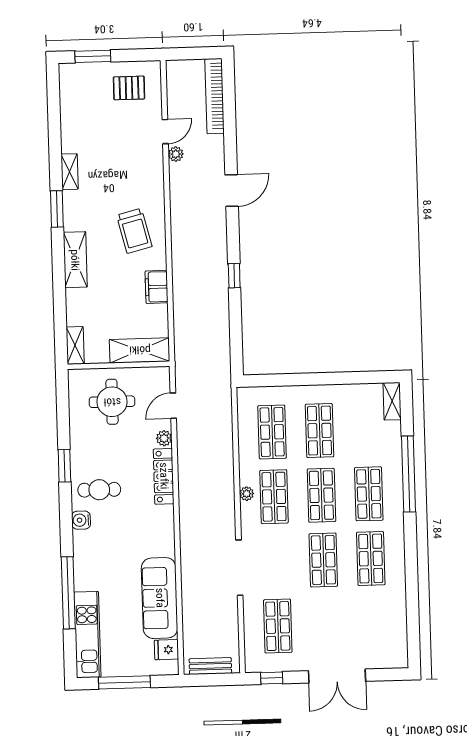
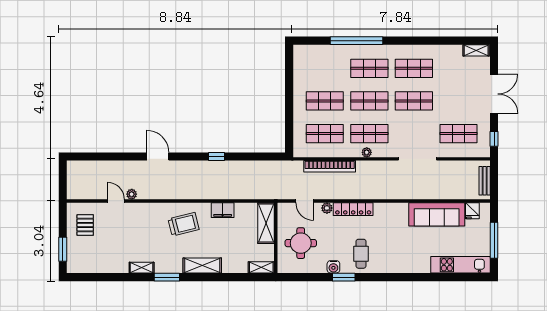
bookcase: (215, 96) -> (330, 166), moved
shelving: (392, 401) -> (476, 50), moved
water cooler: (81, 520) -> (333, 267), moved
window: (68, 593) -> (431, 277), removed

